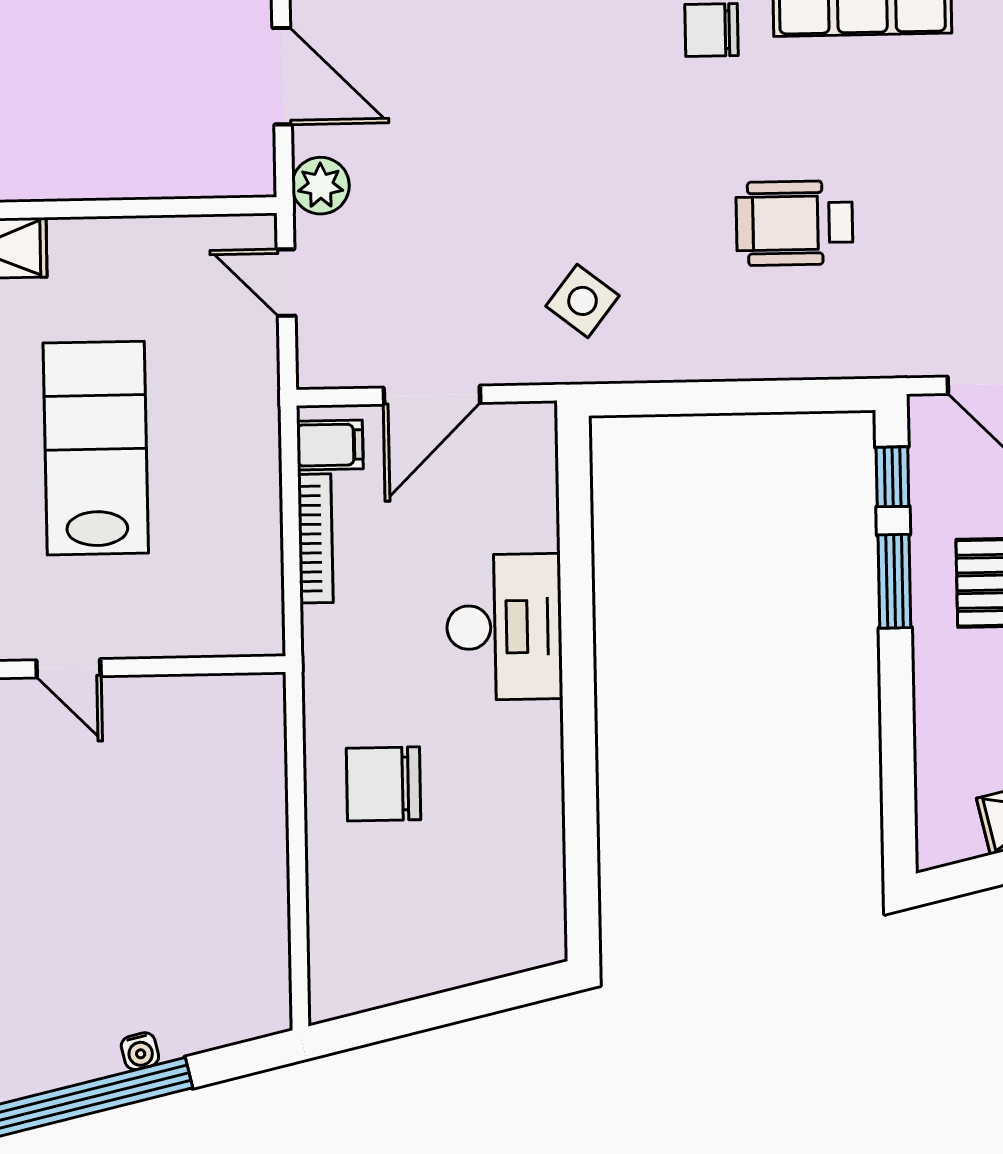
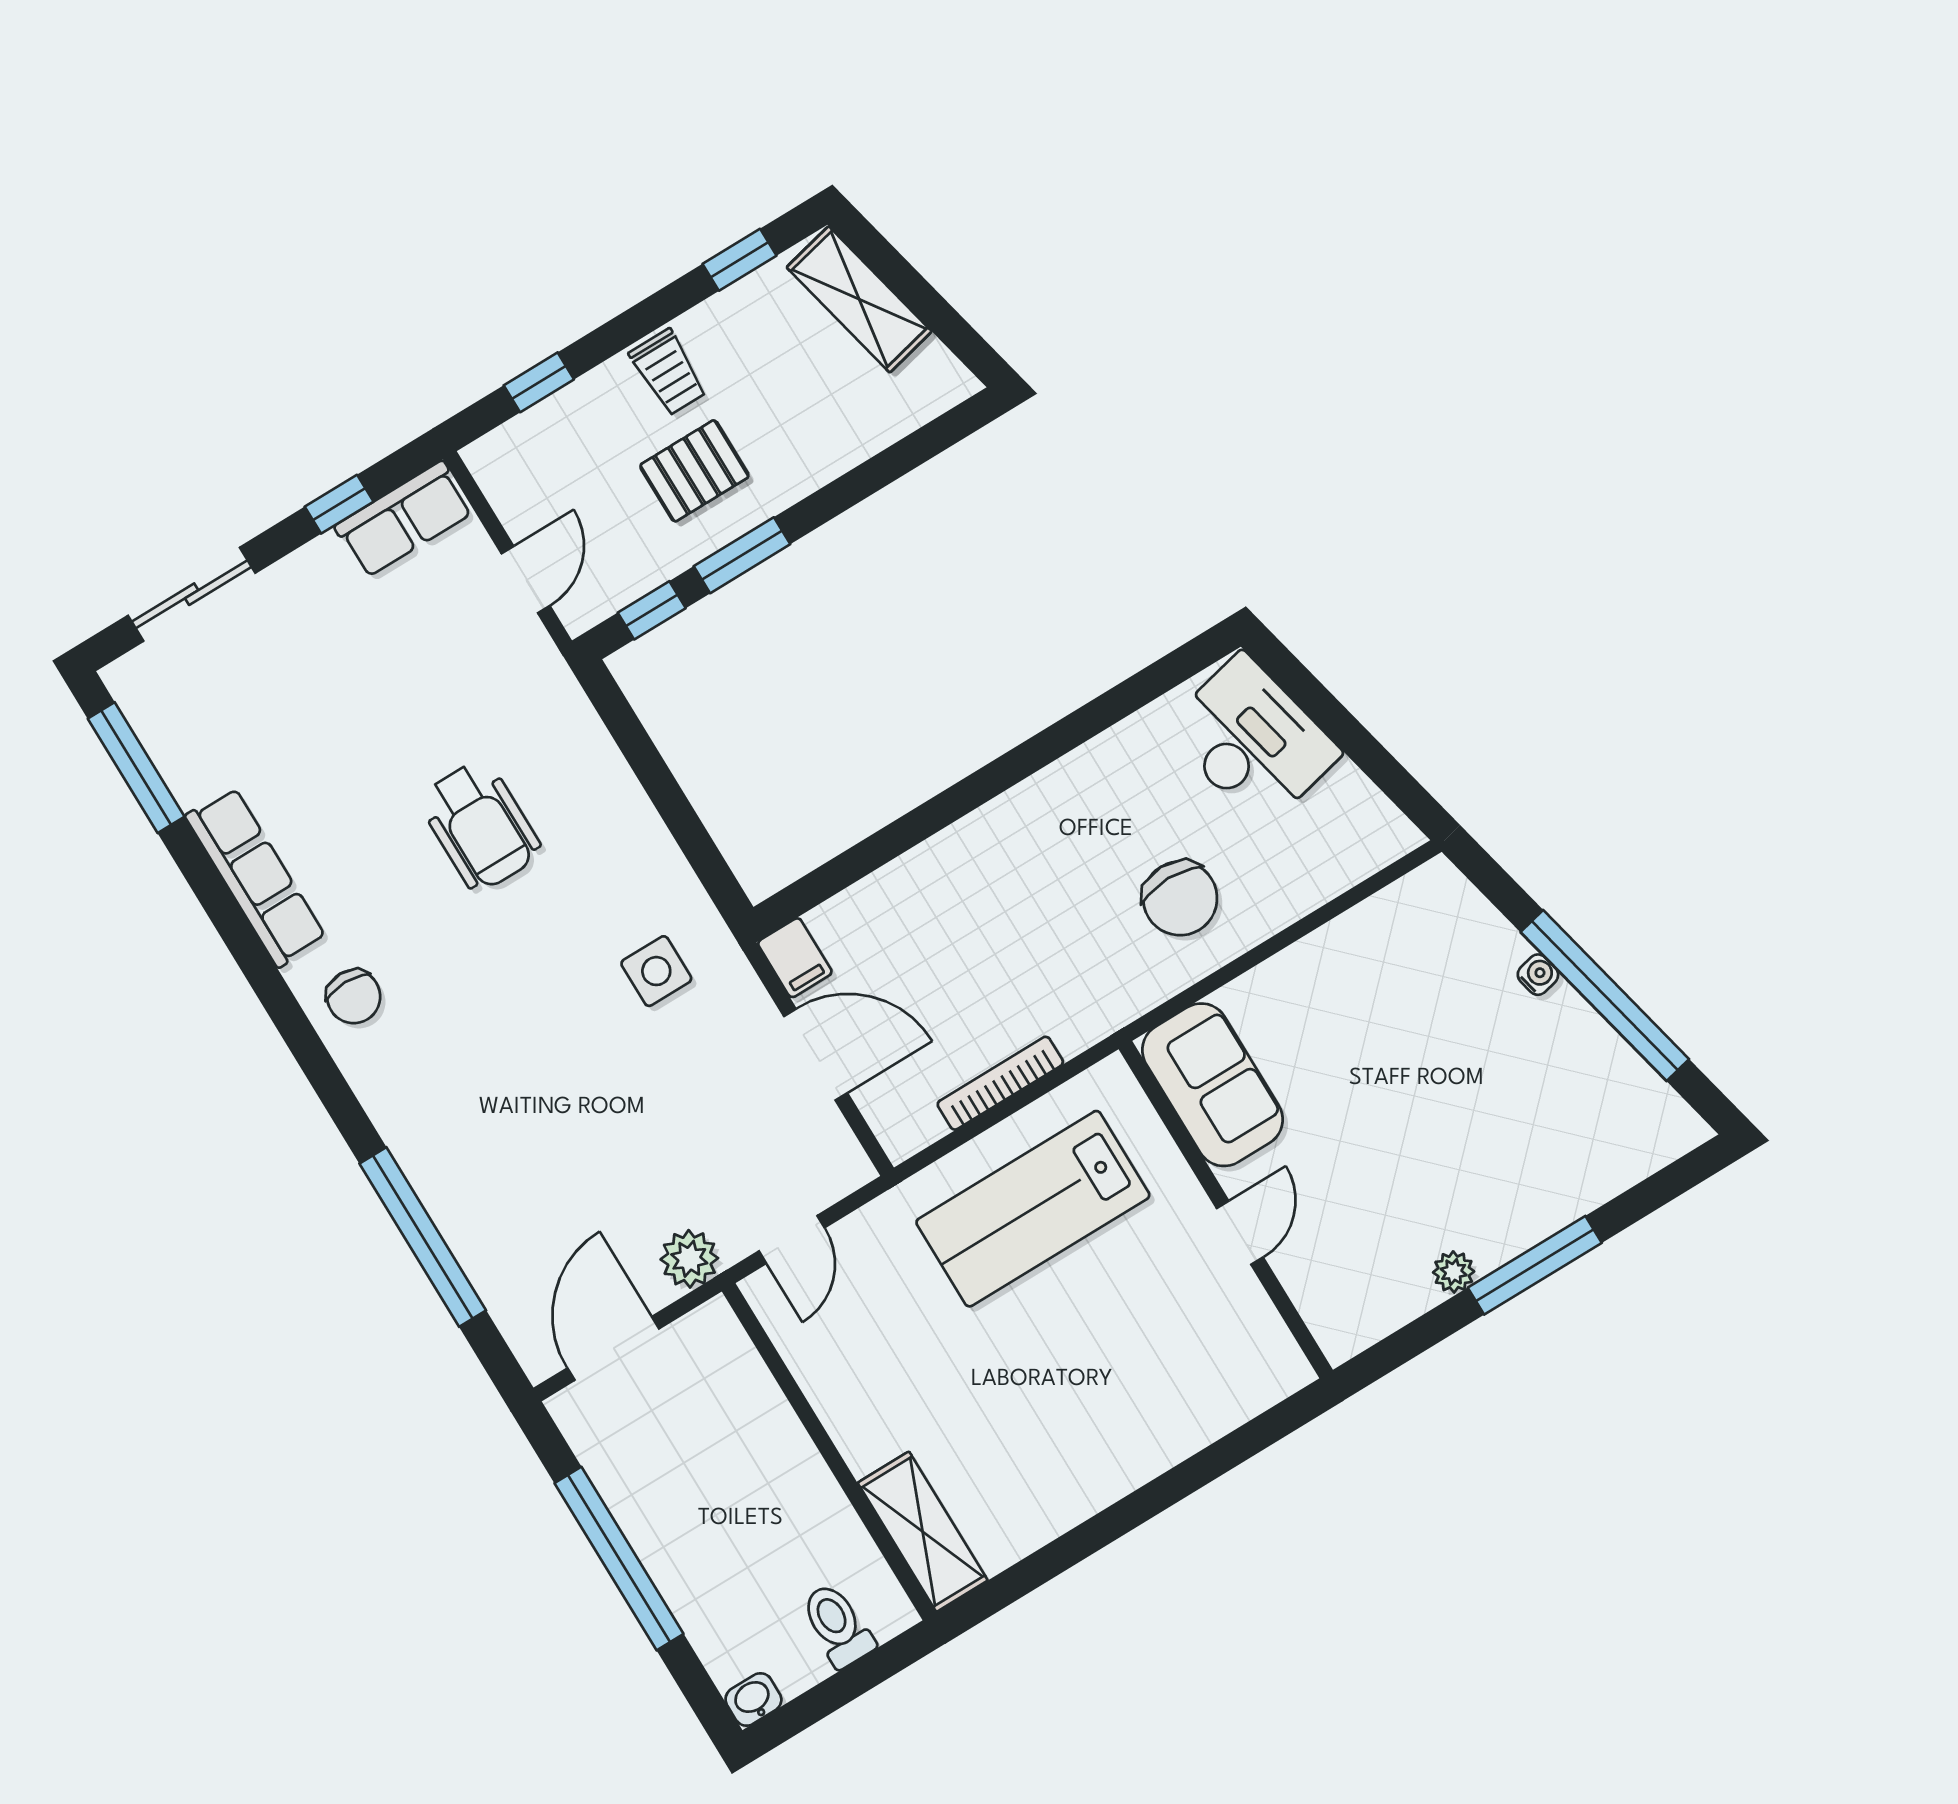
side table: (582, 301) -> (656, 971), turned -38
filing cabinet: (330, 445) -> (795, 958), moved, turned 180
lab bench: (96, 448) -> (1033, 1209), moved
desk: (504, 627) -> (1252, 741), moved, turned 77
sofa: (208, 719) -> (1213, 1085), added

